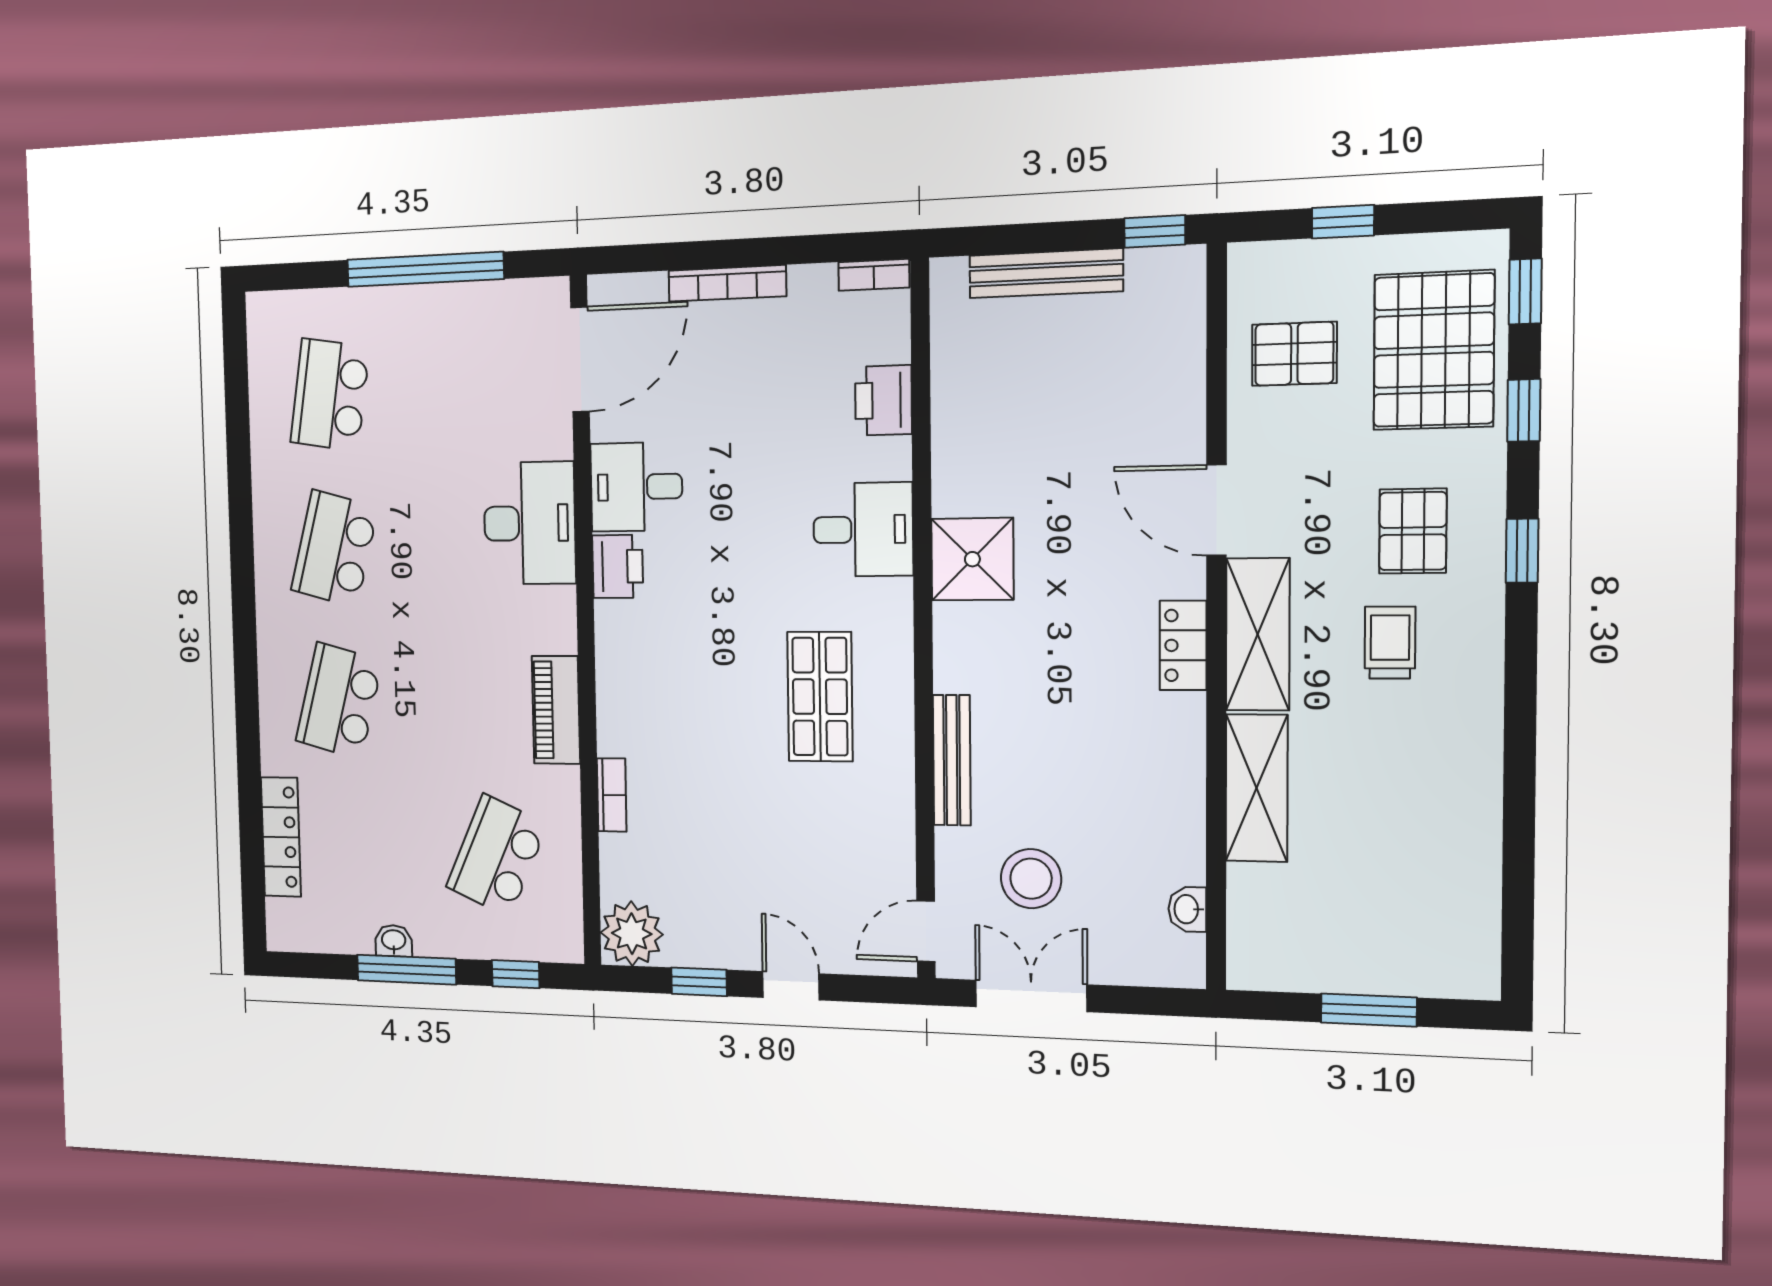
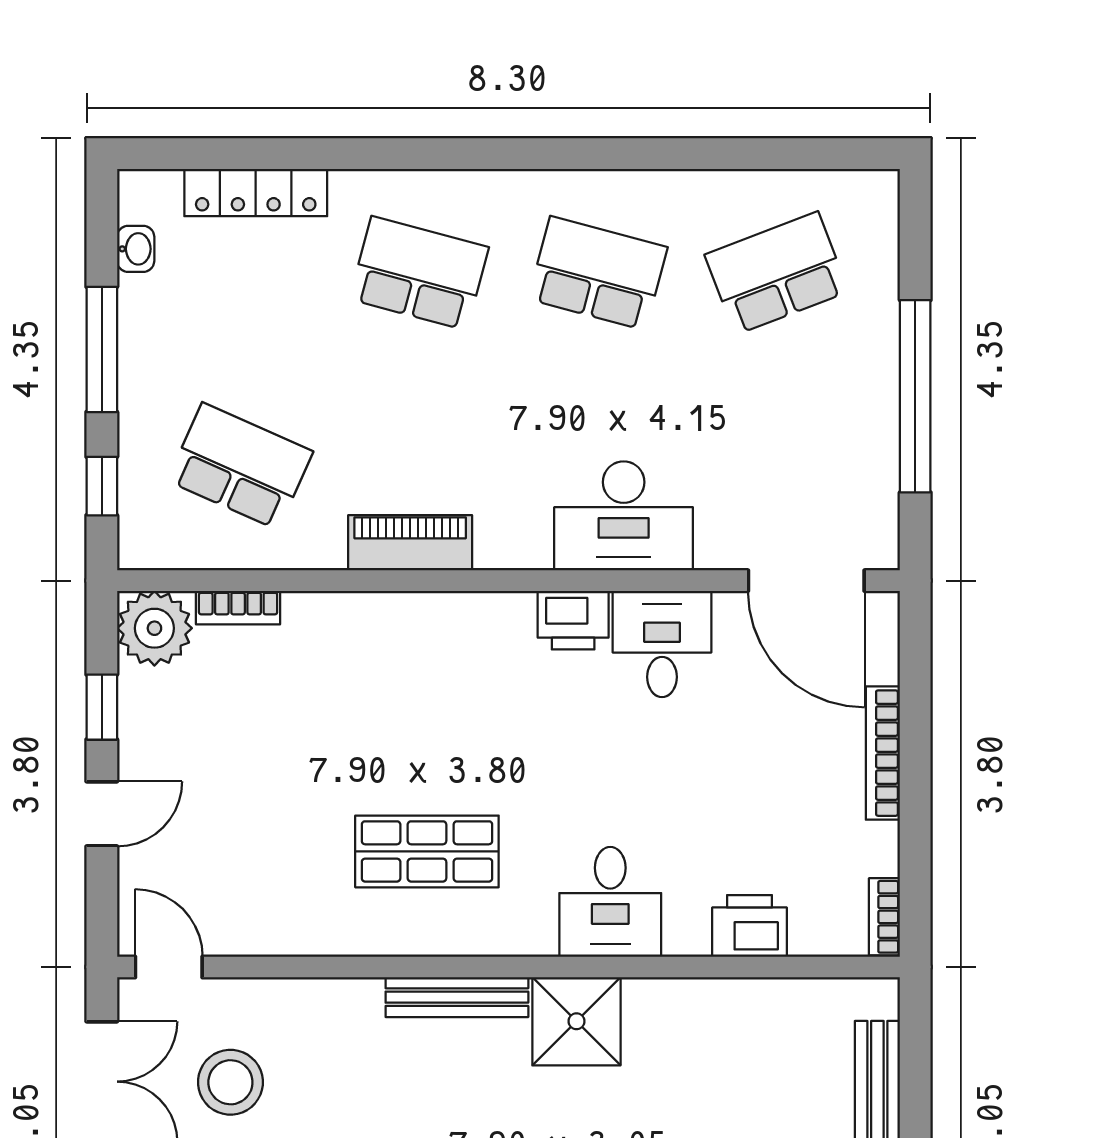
school desk: (330, 395) -> (777, 273), turned -30
bench: (952, 760) -> (457, 997), moved
bookcase: (612, 795) -> (238, 608), moved
washbasin: (394, 941) -> (136, 249), moved

